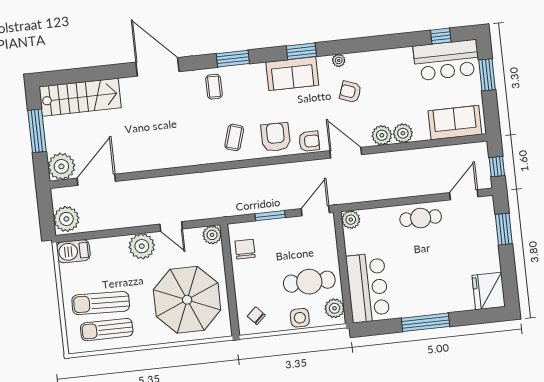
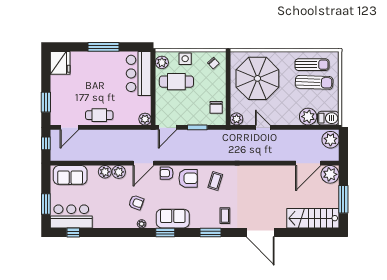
armchair: (276, 137) -> (188, 178), turned -90
door: (346, 153) -> (143, 163), hinge flipped
plant: (142, 246) -> (308, 117), moved

